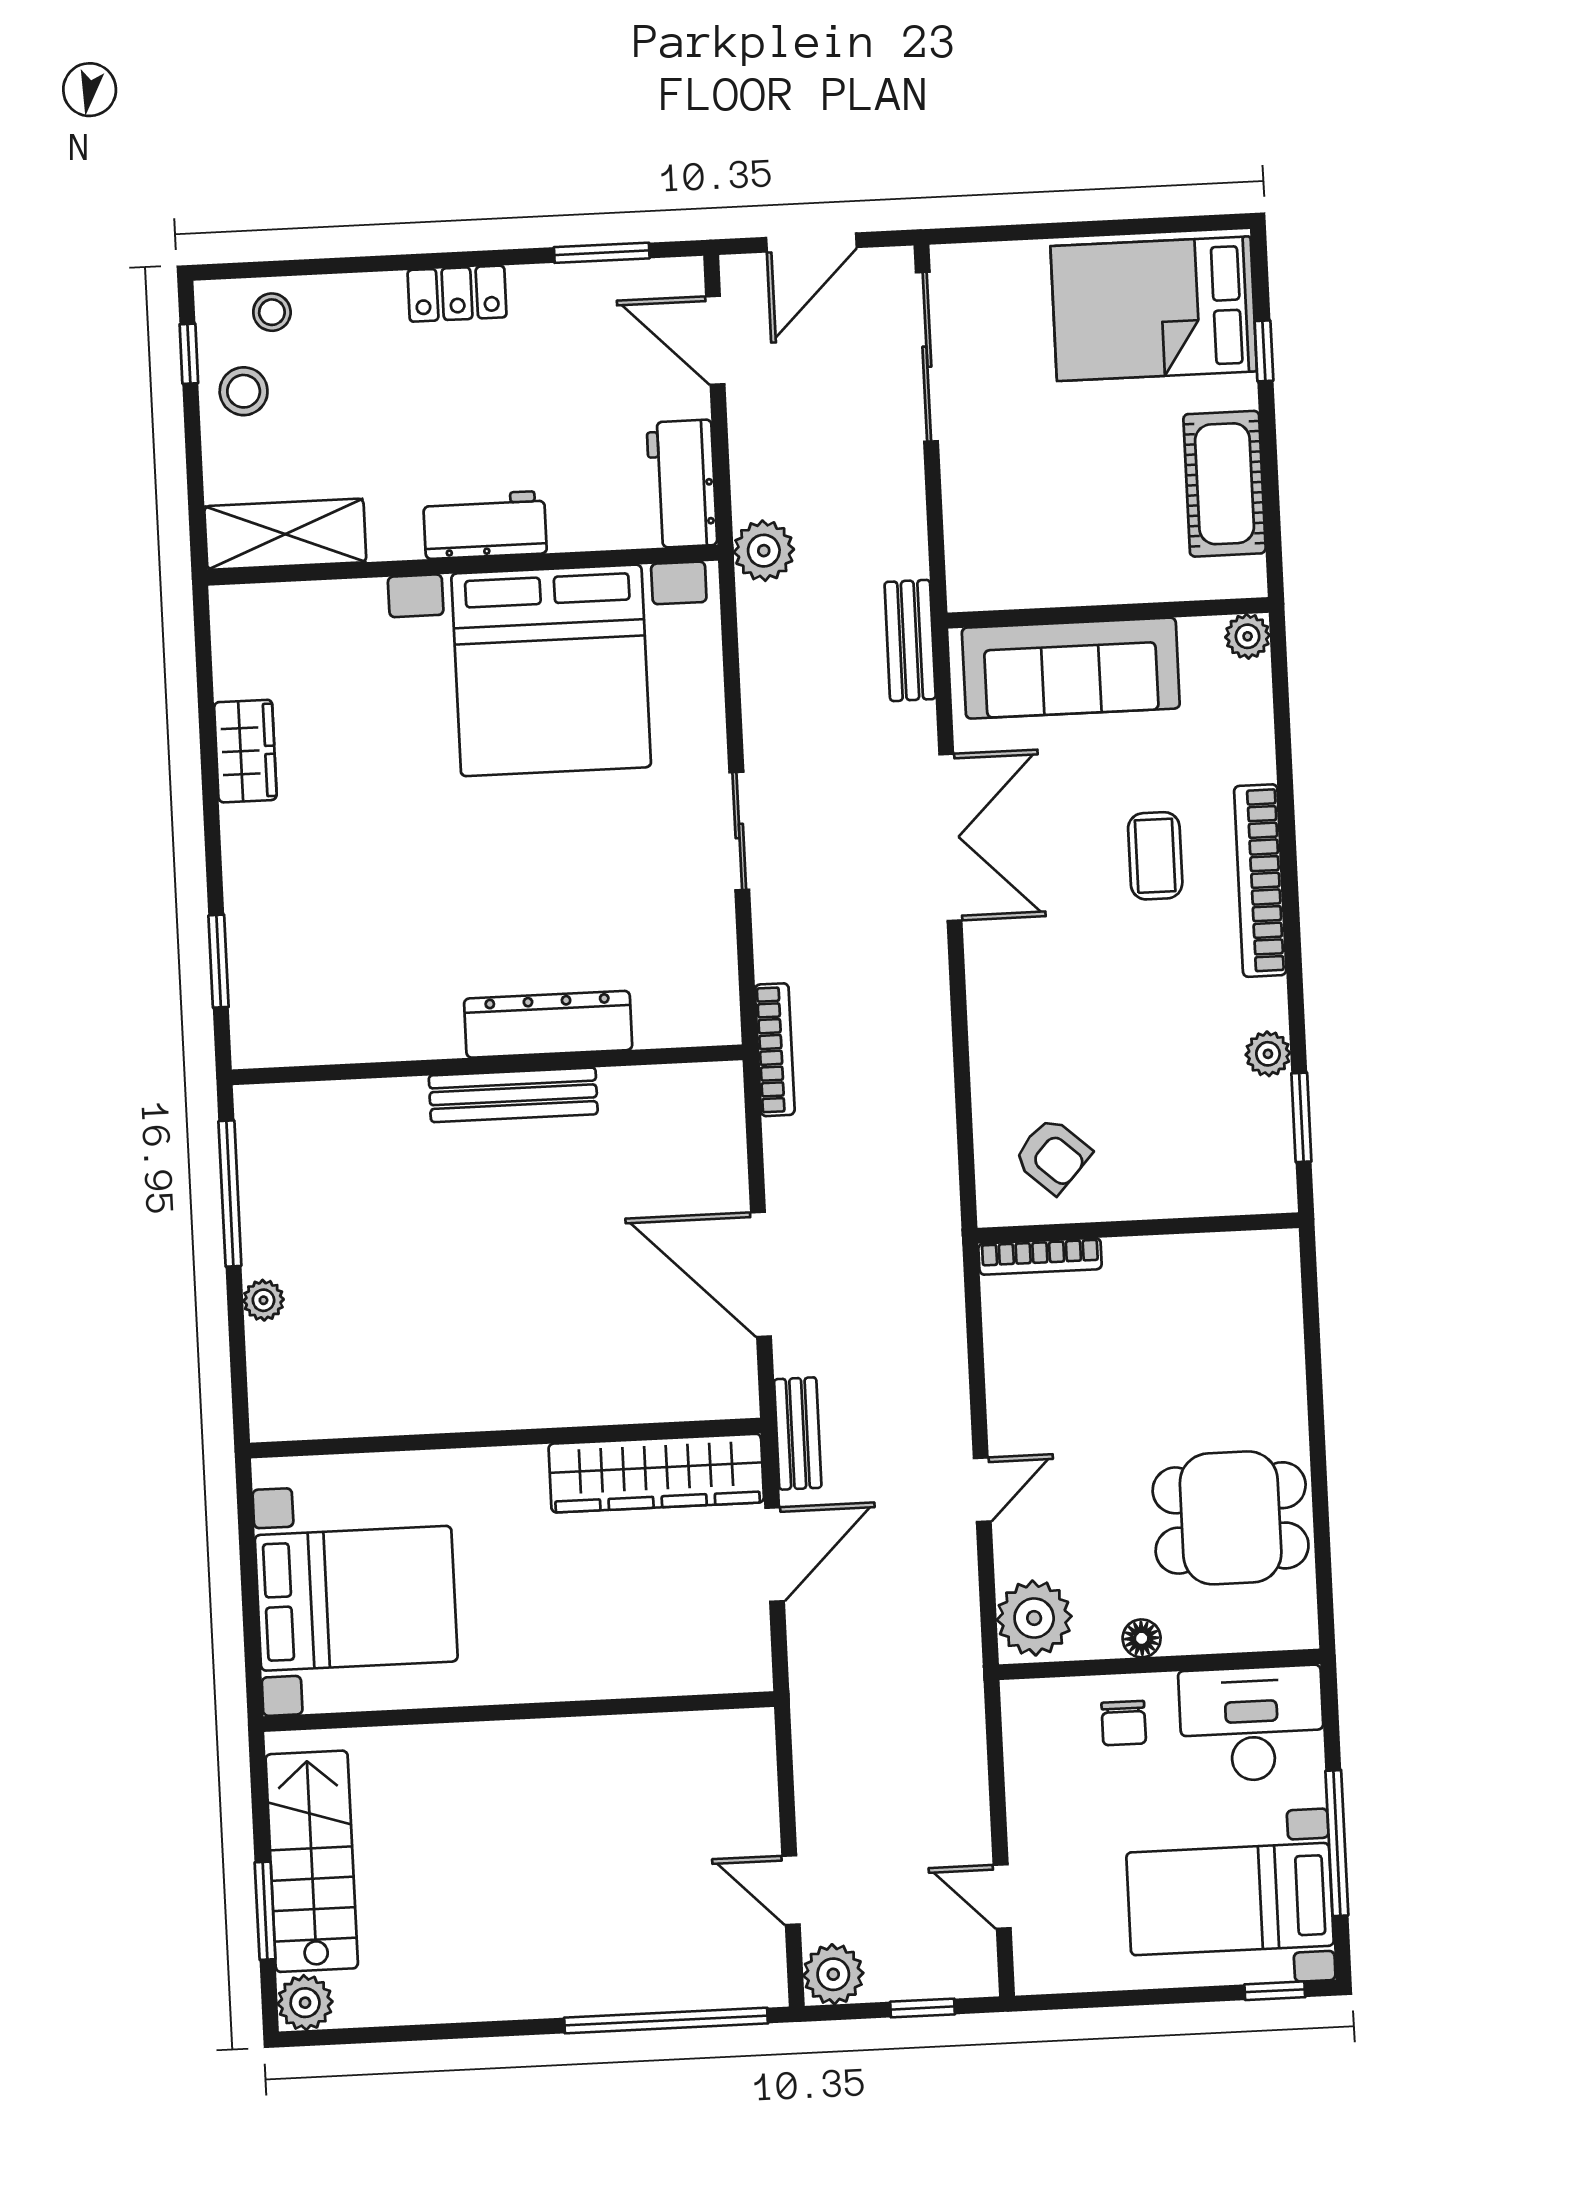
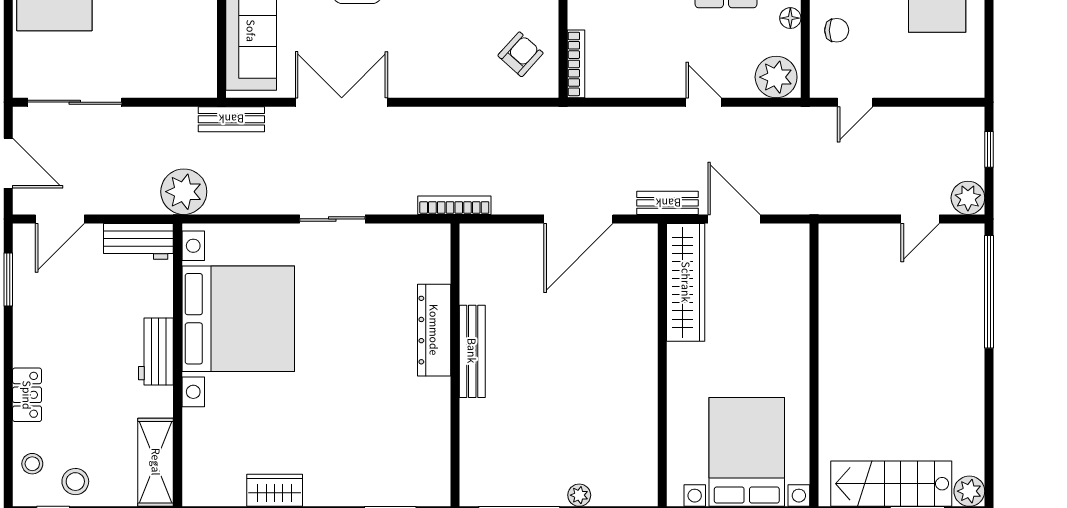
locker: (457, 294) -> (27, 395), moved
plant: (764, 551) -> (184, 192), width x1.36, depth x1.36
door: (1002, 1897) -> (855, 102), moved

